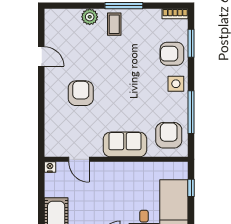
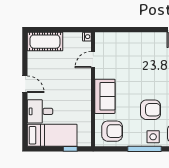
armchair: (81, 93) -> (150, 110), moved
window: (191, 112) -> (145, 149), moved

